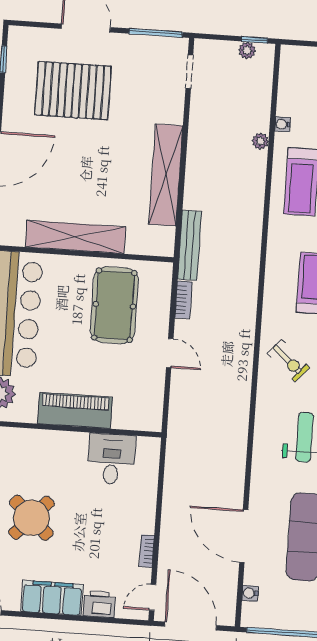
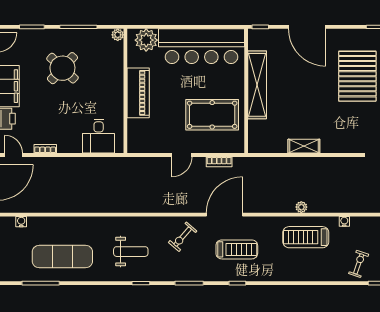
plant: (260, 141) -> (301, 207), moved
shelving: (166, 175) -> (304, 146), width x0.45, depth x0.75
bench: (190, 245) -> (257, 163), removed
desk: (111, 459) -> (99, 136), moved, turned 90
door: (244, 536) -> (224, 215), moved

